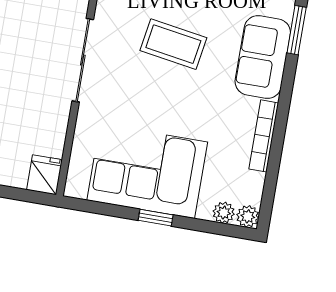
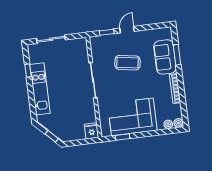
window: (297, 30) -> (177, 55), moved
window: (156, 218) -> (123, 137), moved

